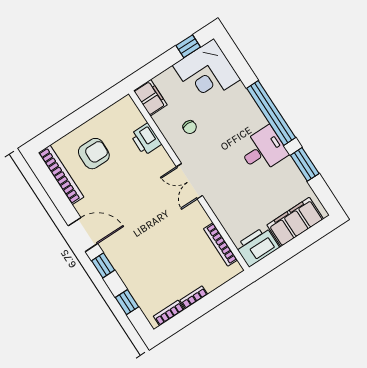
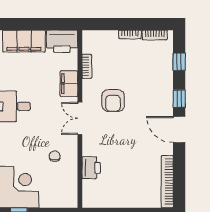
filing cabinet: (150, 98) -> (69, 84), moved
armchair: (94, 154) -> (113, 101), moved, turned -91
double door: (189, 181) -> (80, 118), swing flipped
bookcase: (220, 244) -> (87, 66), width x0.64

